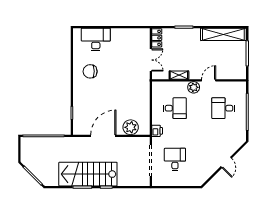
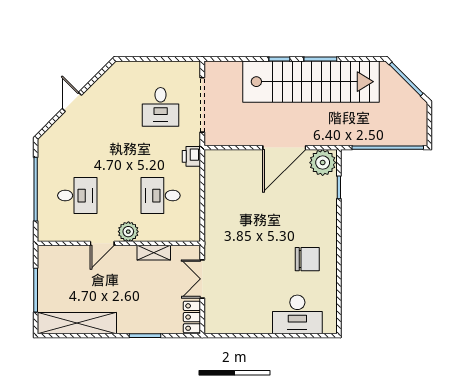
plant: (131, 127) -> (323, 163), moved
stairs: (88, 174) -> (311, 82), width x1.36

